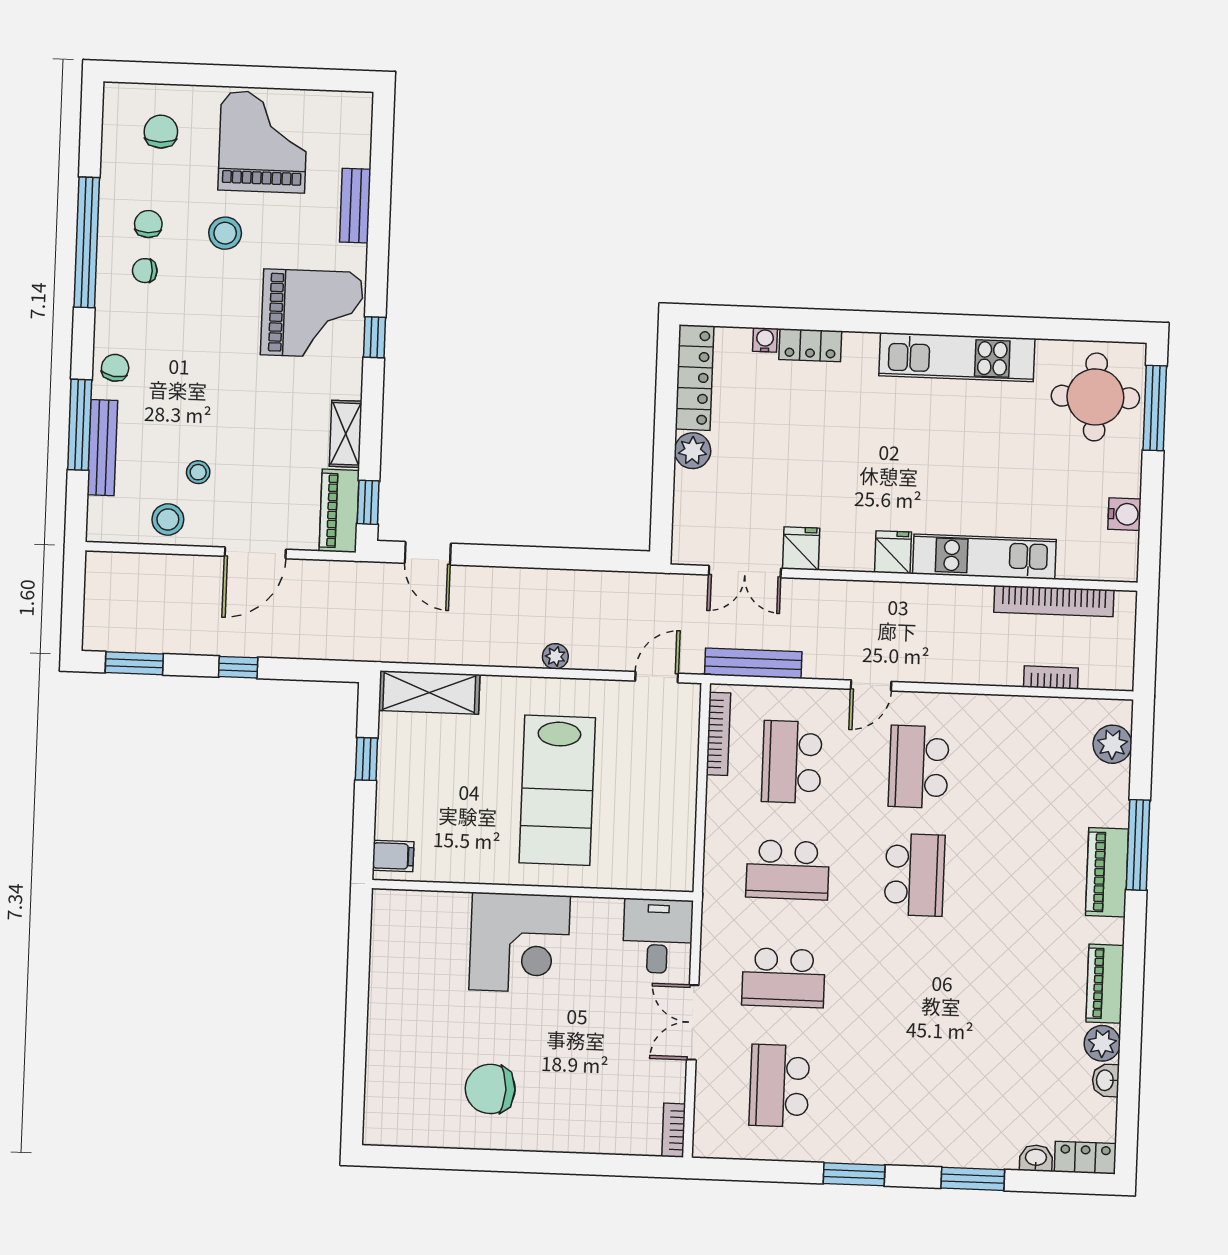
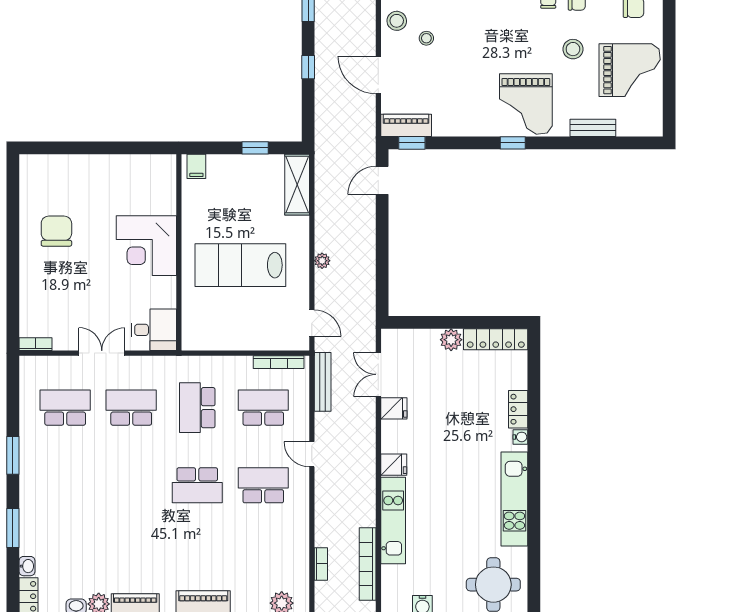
water cooler: (765, 340) -> (520, 437), moved
shelving: (346, 434) -> (453, 127), removed
school desk: (784, 978) -> (131, 408), turned 90

